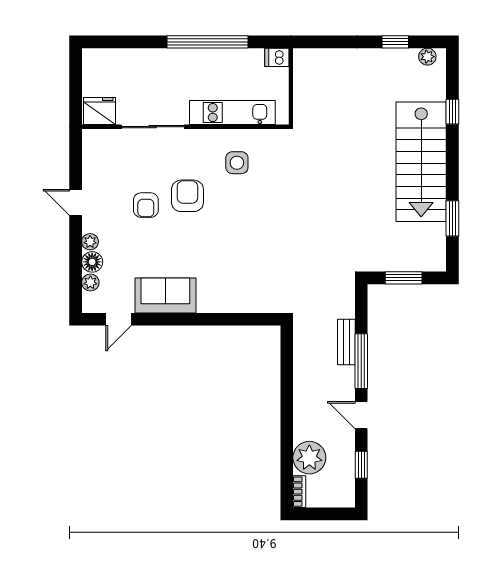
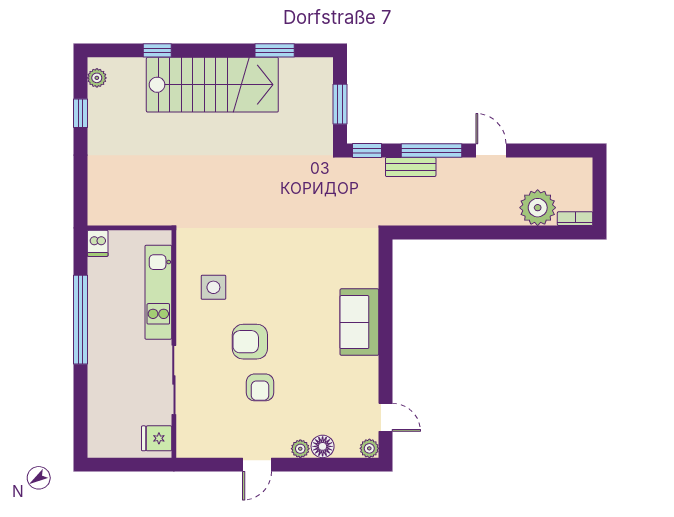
fridge: (99, 111) -> (157, 438), width x0.72
armchair: (146, 205) -> (260, 387), turned 90
plant: (90, 282) -> (369, 448), moved
sofa: (165, 295) -> (359, 322), moved
door: (361, 415) -> (491, 151), swing flipped
window: (361, 465) -> (367, 151), moved

